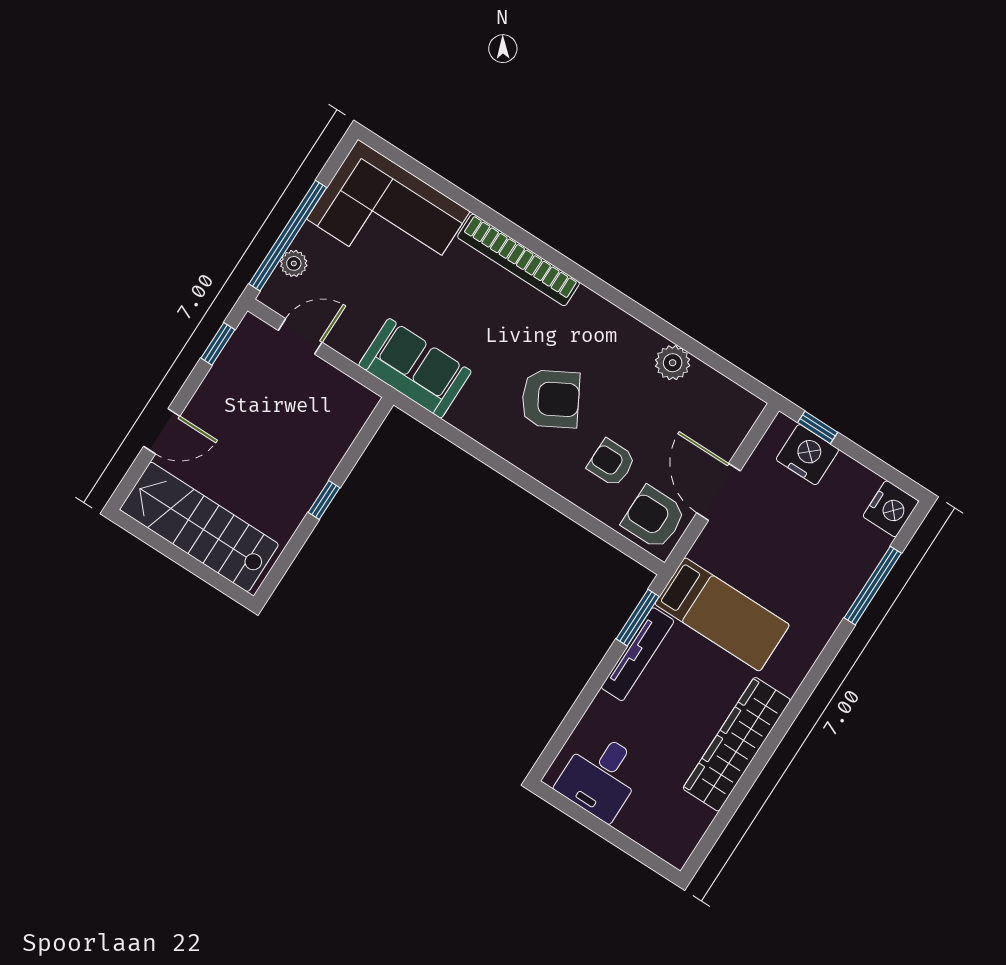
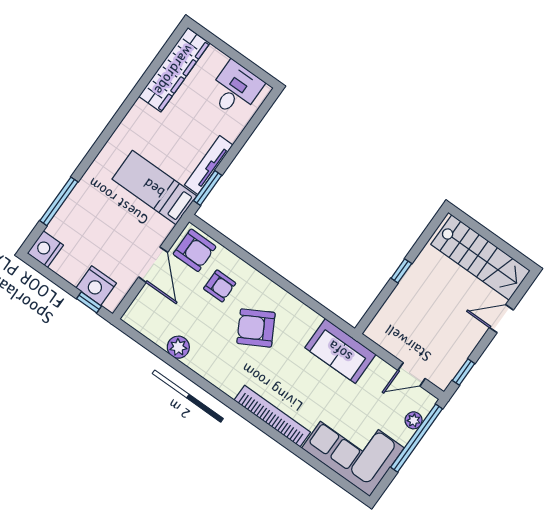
wardrobe: (737, 744) -> (174, 70), moved

